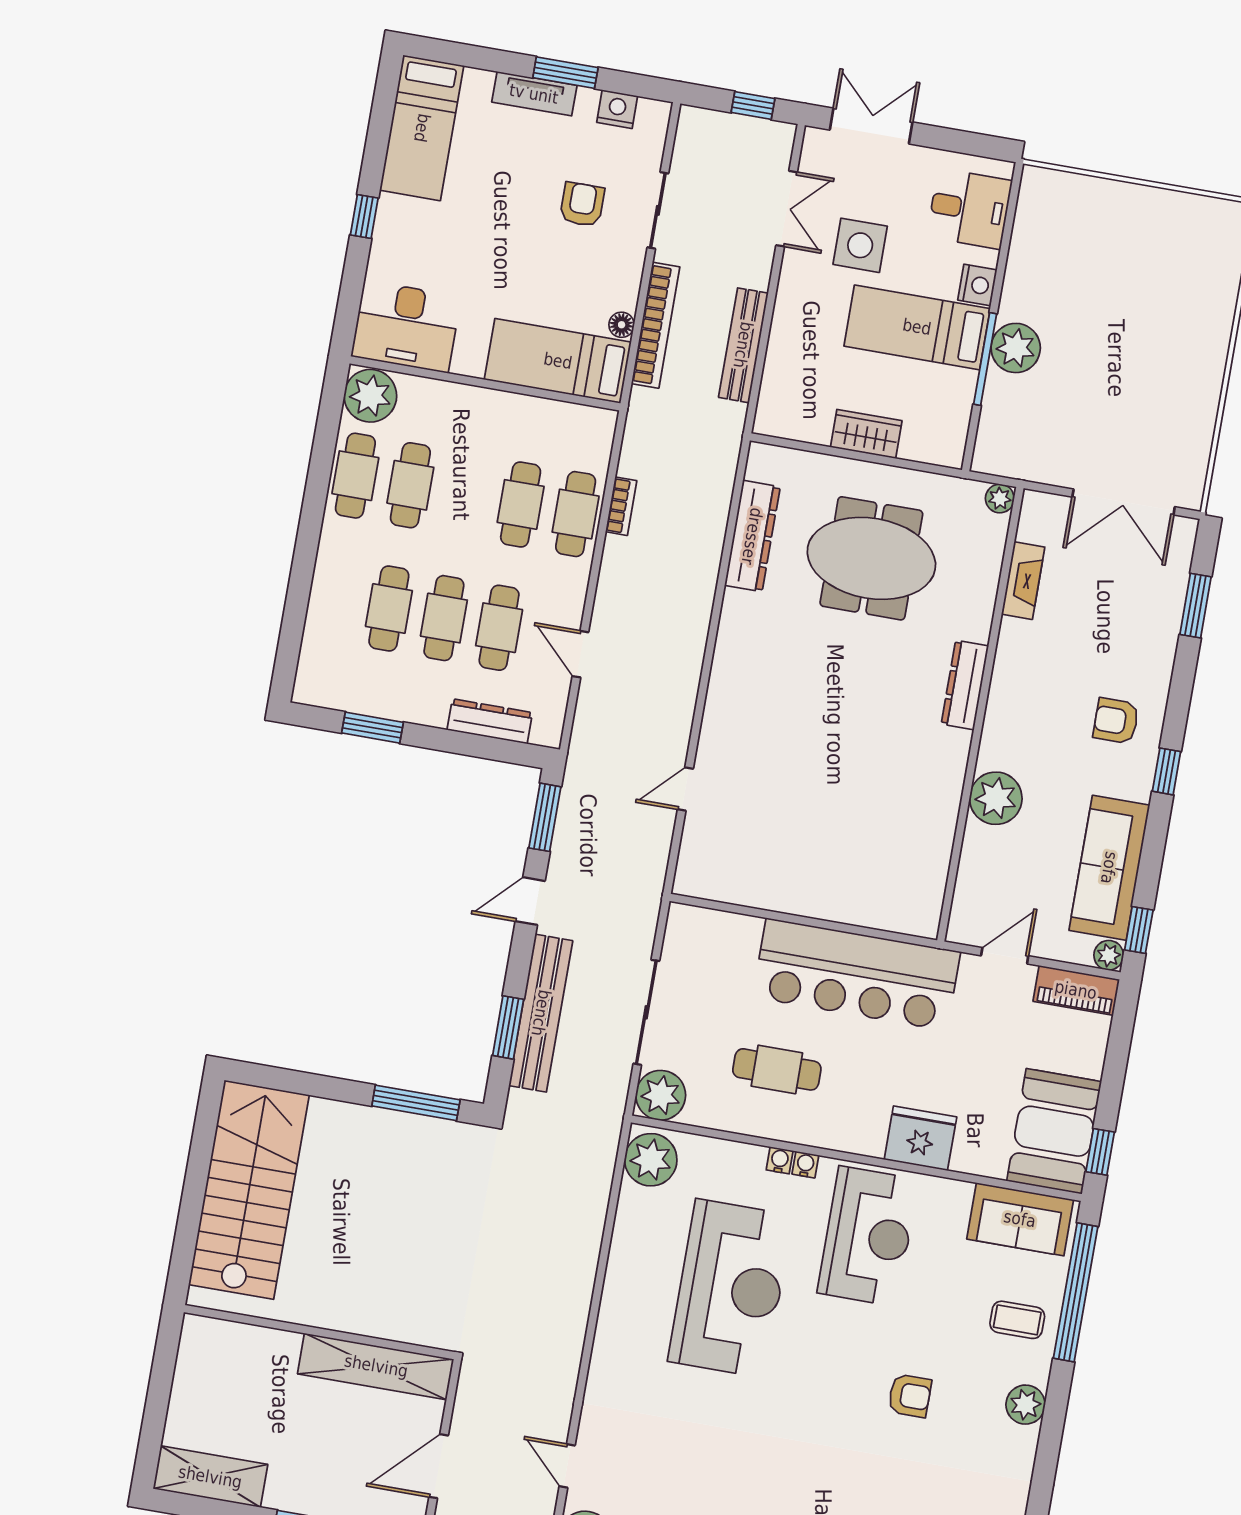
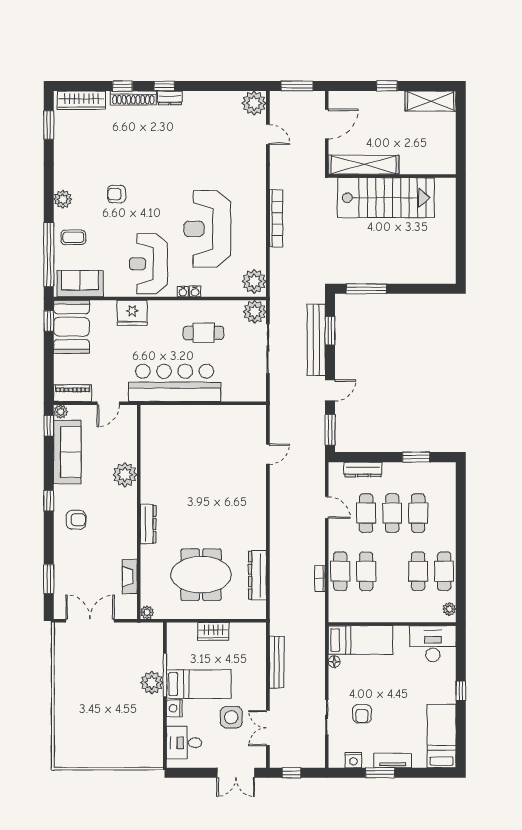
bookcase: (656, 325) -> (276, 218), moved, turned 180
plant: (370, 396) -> (449, 609), width x0.53, depth x0.53
stairs: (249, 1190) -> (386, 198), moved, turned -90

